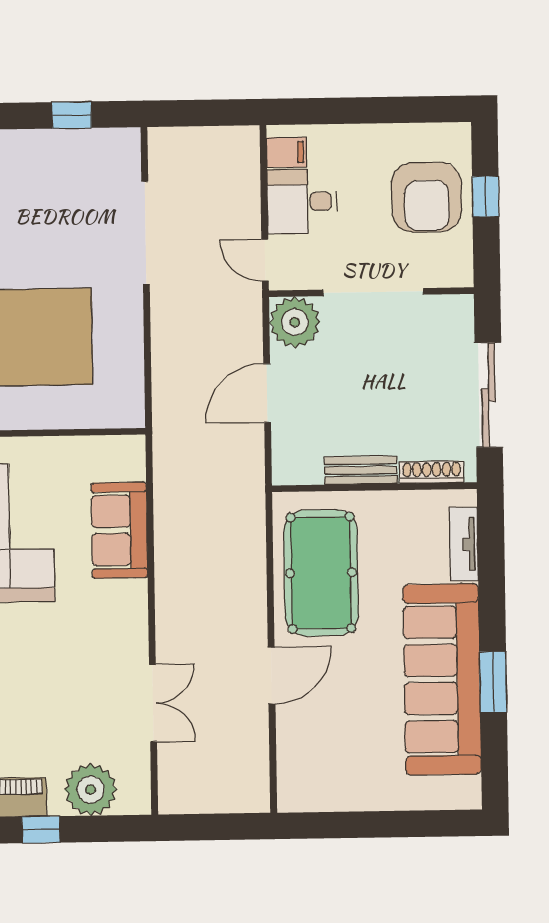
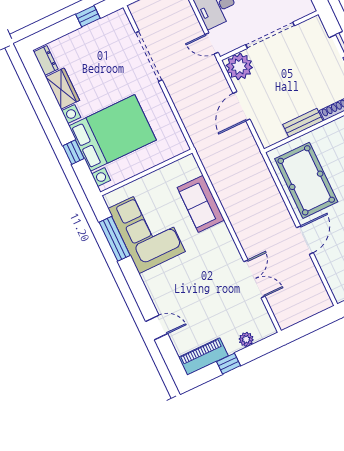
plant: (91, 790) -> (246, 339), width x0.53, depth x0.53

